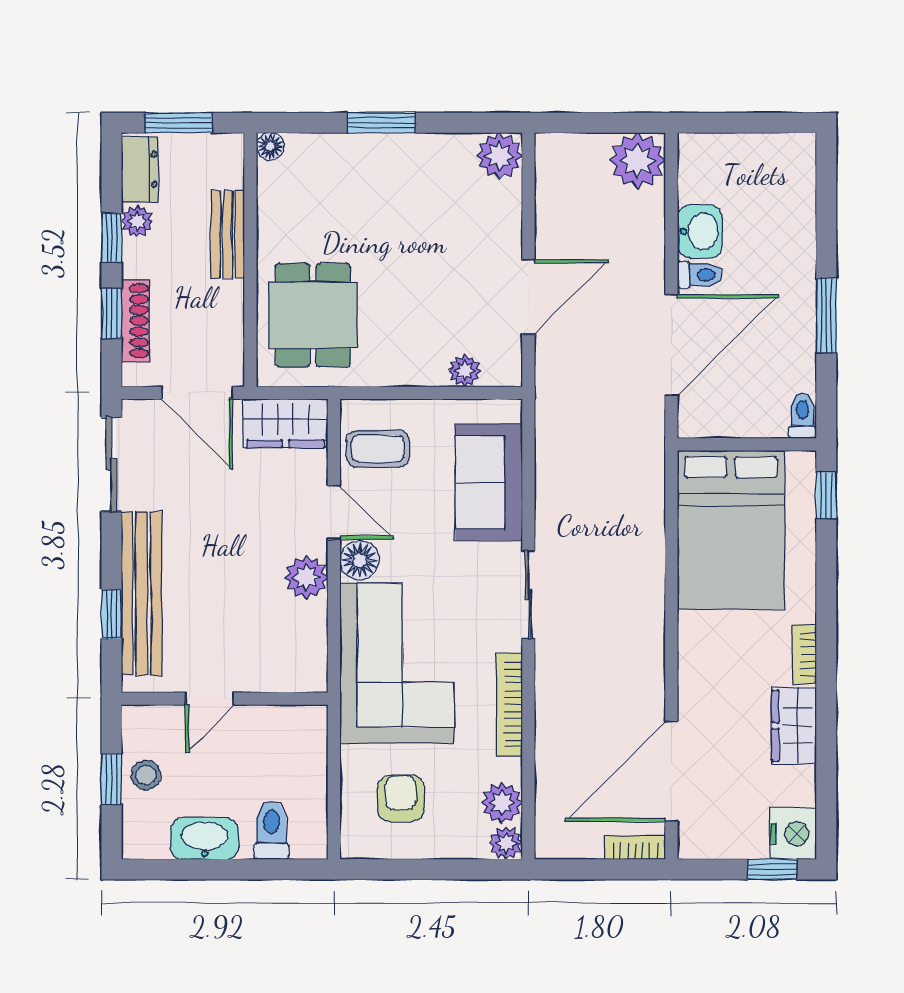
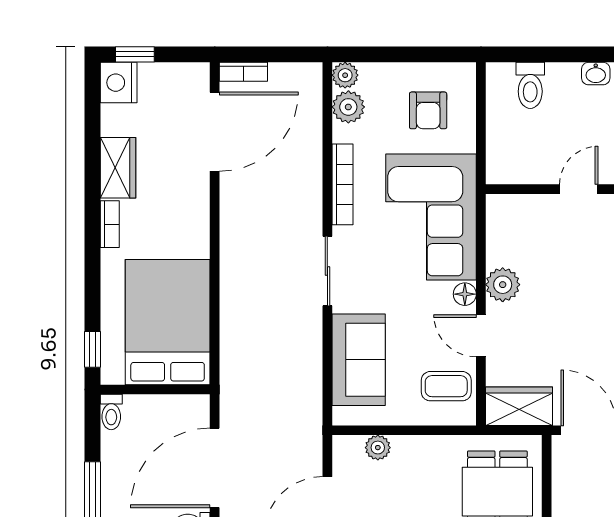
floor lamp: (360, 560) -> (465, 294), width x0.73, depth x0.73
washbasin: (204, 839) -> (596, 74), width x0.52, depth x0.69

